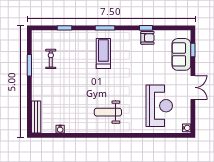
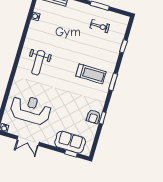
double door: (193, 87) -> (28, 141), moved
reception desk: (159, 106) -> (31, 109), turned 180
weight bench: (108, 112) -> (38, 63), turned 180

